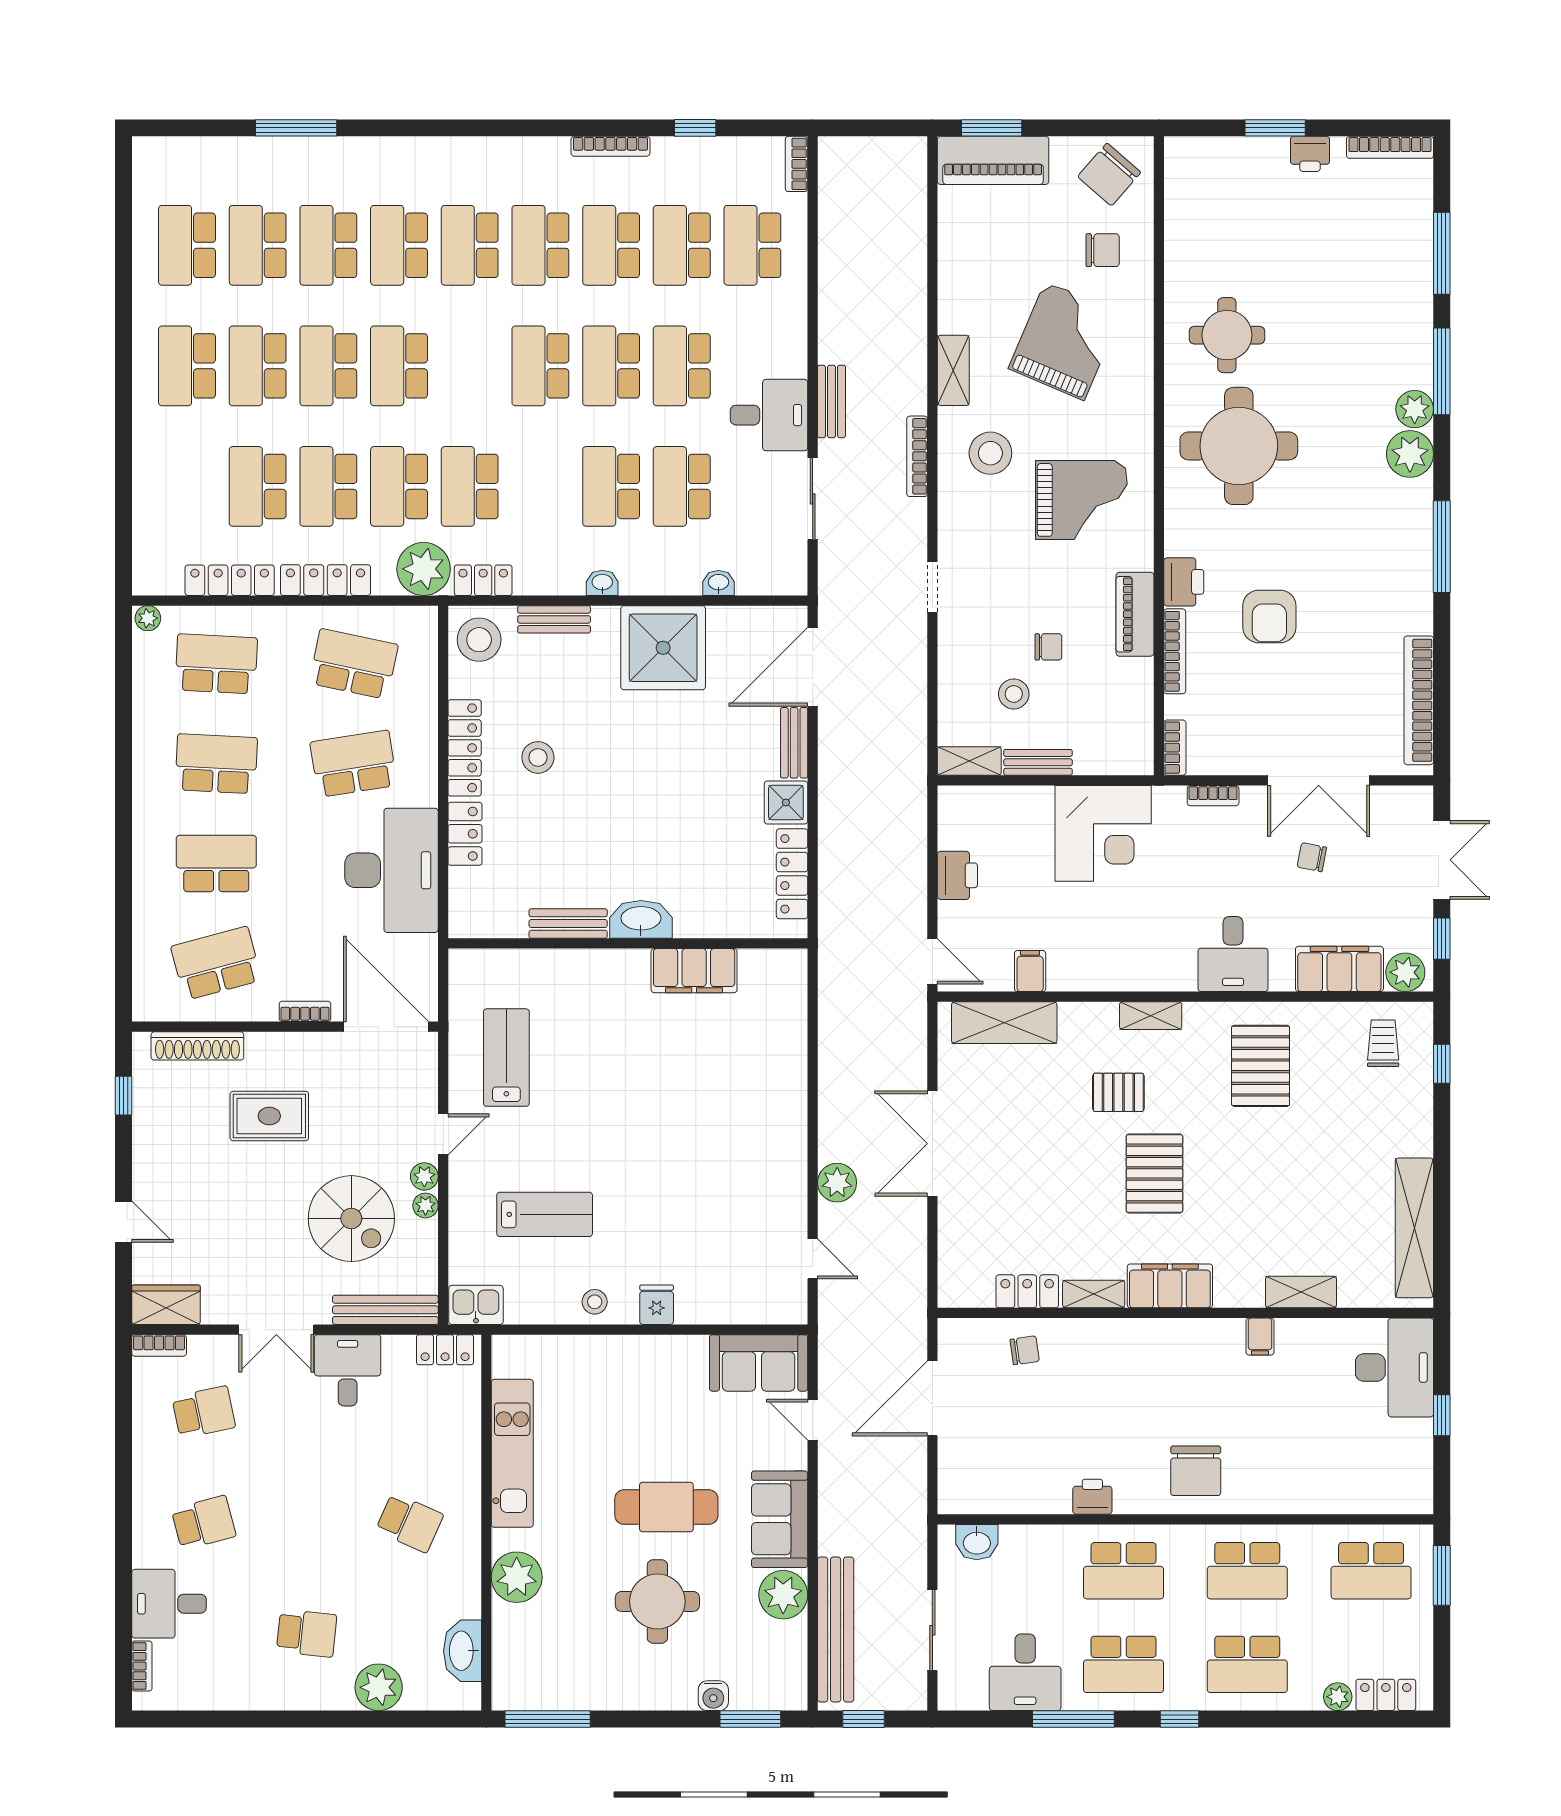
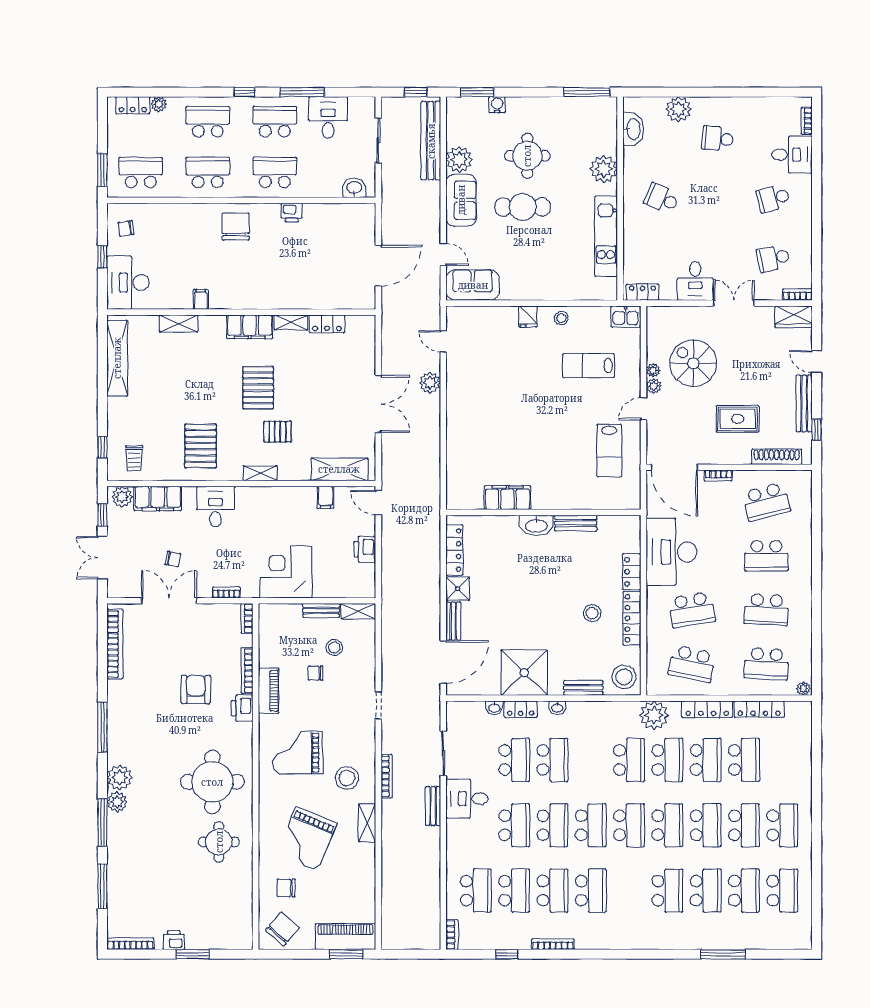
school desk: (470, 245) -> (629, 825), moved
locker: (483, 580) -> (521, 709), moved
bench: (385, 1310) -> (804, 403), moved, turned 90
chair: (1025, 1350) -> (126, 228), moved

